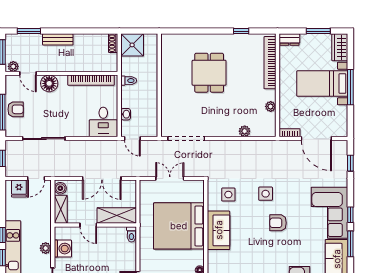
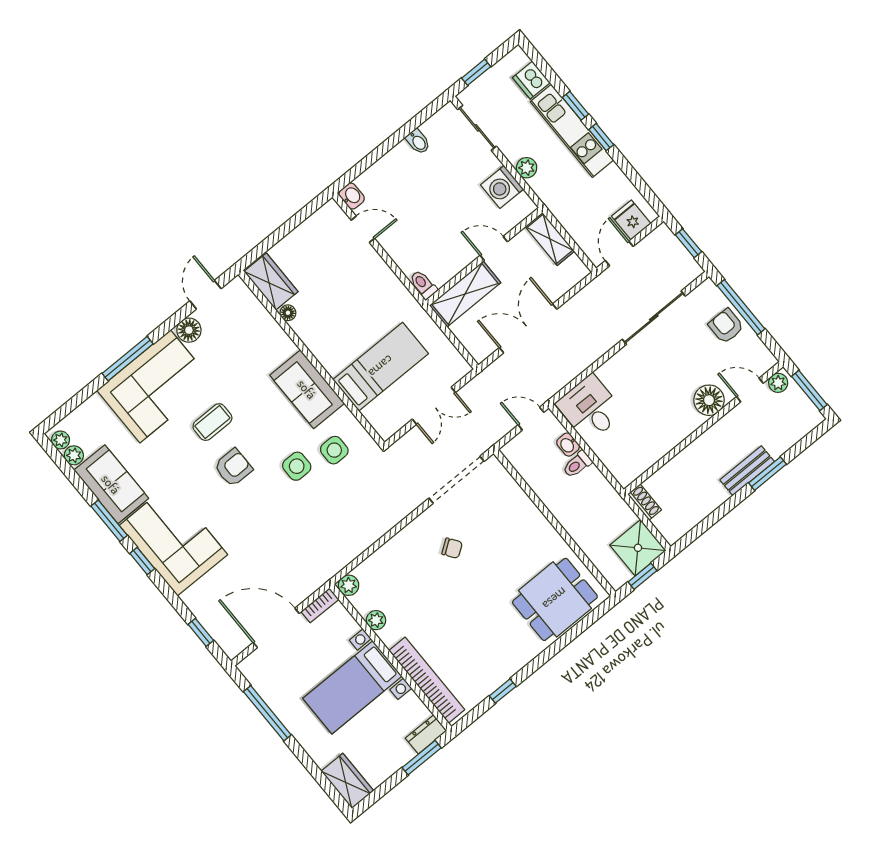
window: (29, 31) -> (768, 474), moved
window: (140, 31) -> (643, 576), added
window: (318, 31) -> (422, 758), moved
shoe rack: (113, 43) -> (644, 502), moved
dining table: (209, 73) -> (555, 599), moved, turned 90
bookcase: (91, 80) -> (655, 452), removed
toilet: (129, 81) -> (577, 464), moved
bed with nightstands: (322, 83) -> (352, 687), moved, turned 180
window: (350, 87) -> (267, 713), moved
armchair: (16, 109) -> (726, 326), turned 90
chair: (212, 111) -> (452, 548), added
plant: (245, 131) -> (349, 585), moved
boiler: (60, 188) -> (574, 268), removed
side table: (266, 194) -> (297, 466), moved
bed: (179, 226) -> (381, 367), width x0.49
coffee table: (271, 250) -> (212, 422), added

